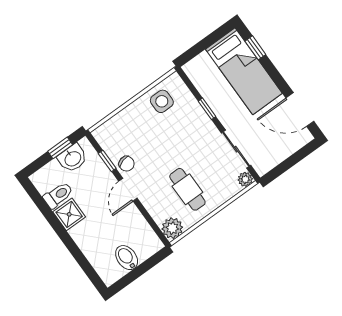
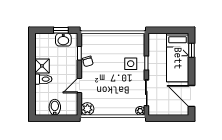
side table: (162, 101) -> (131, 64), moved
cafe table: (187, 189) -> (108, 95), removed
door: (128, 190) -> (79, 86), moved
toilet: (58, 195) -> (43, 79), moved

